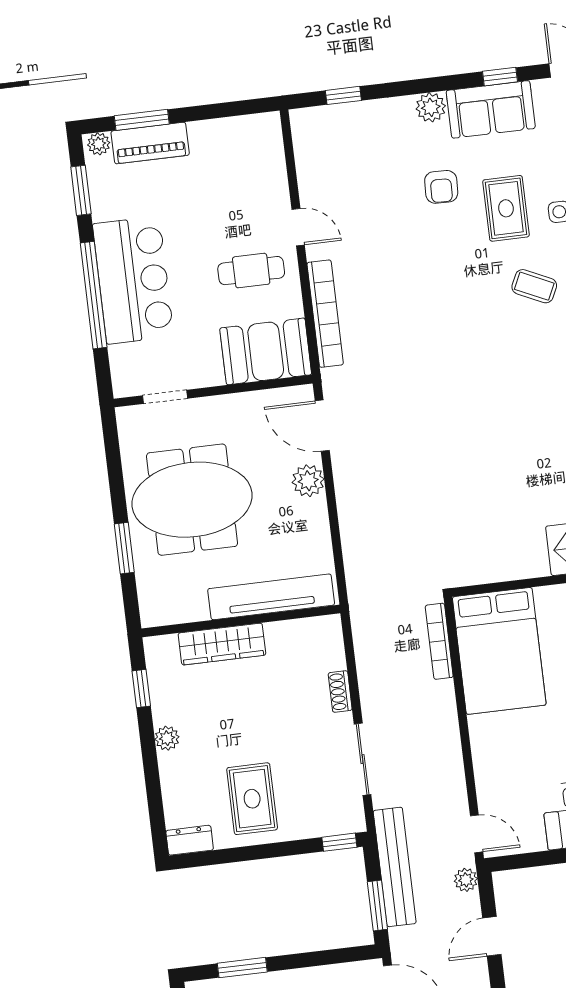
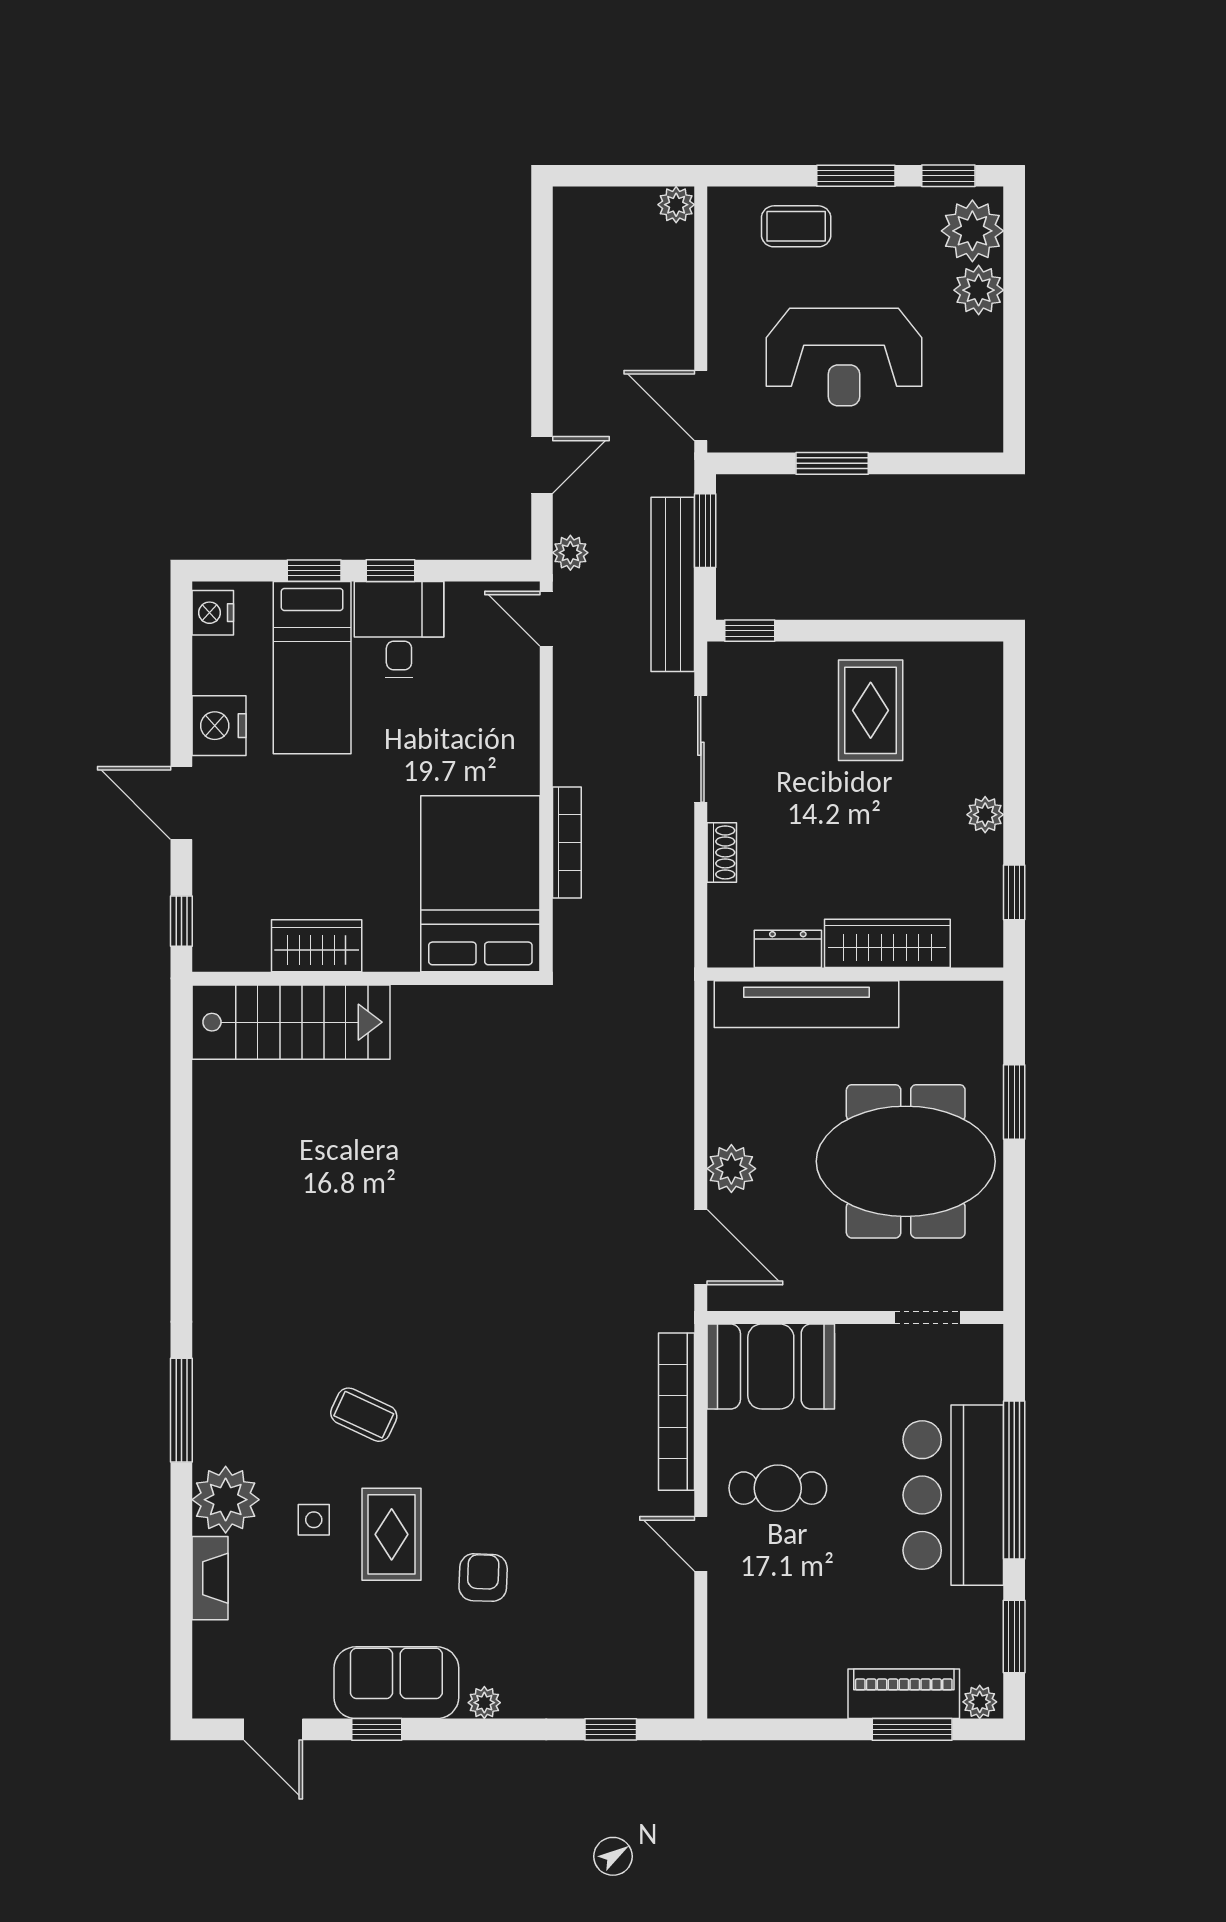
plant: (431, 107) -> (484, 1703), width x0.73, depth x0.73
bookcase: (439, 641) -> (567, 843), moved
dresser: (190, 840) -> (788, 949), moved, turned 180
window: (242, 968) -> (832, 463), moved

